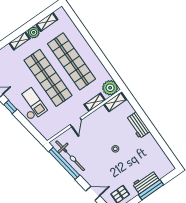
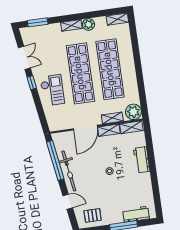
shelving: (47, 22) -> (117, 19), moved
shelving: (97, 114) -> (109, 130), added
door: (76, 122) -> (85, 128), width x1.88
bicycle: (70, 156) -> (69, 171), moved
workbench: (146, 182) -> (136, 214), moved

